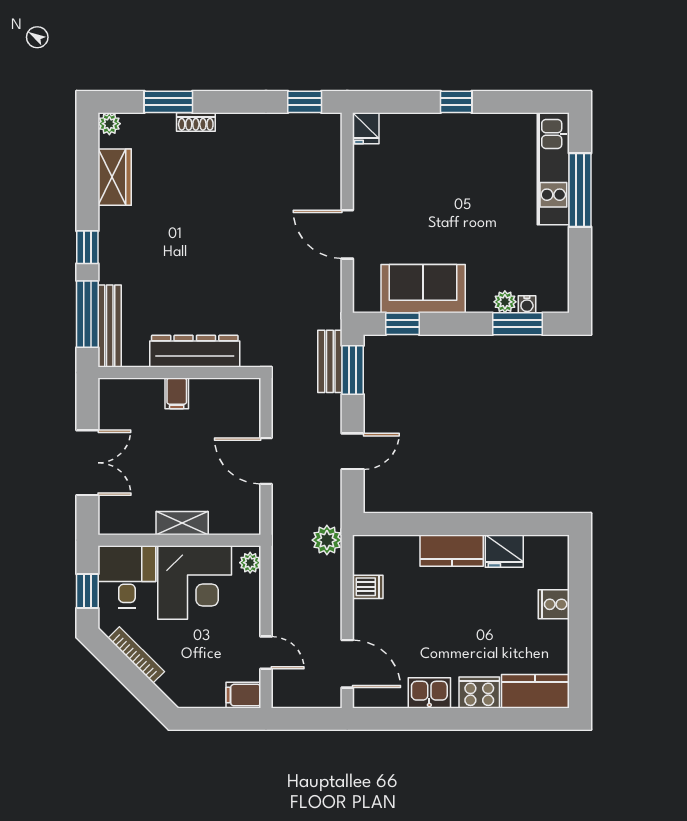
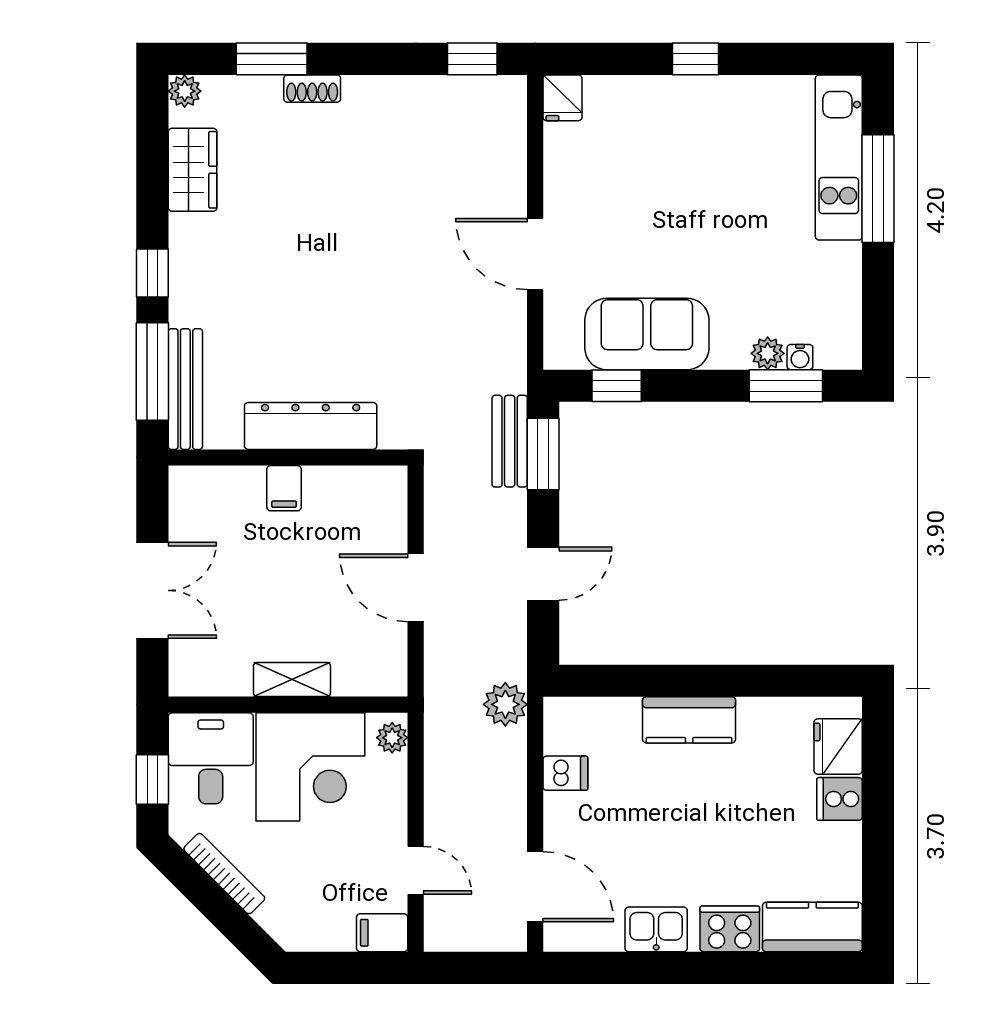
fridge: (504, 551) -> (838, 746), moved, turned 90

